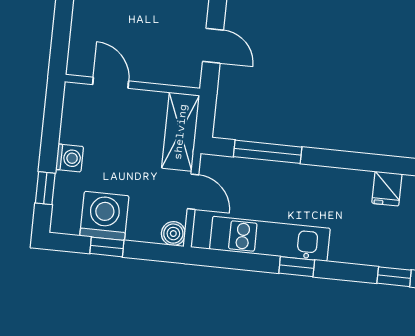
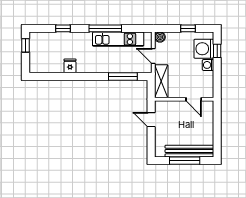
washing machine: (104, 216) -> (204, 49), moved, turned 90
window: (297, 267) -> (105, 28), width x2.17

